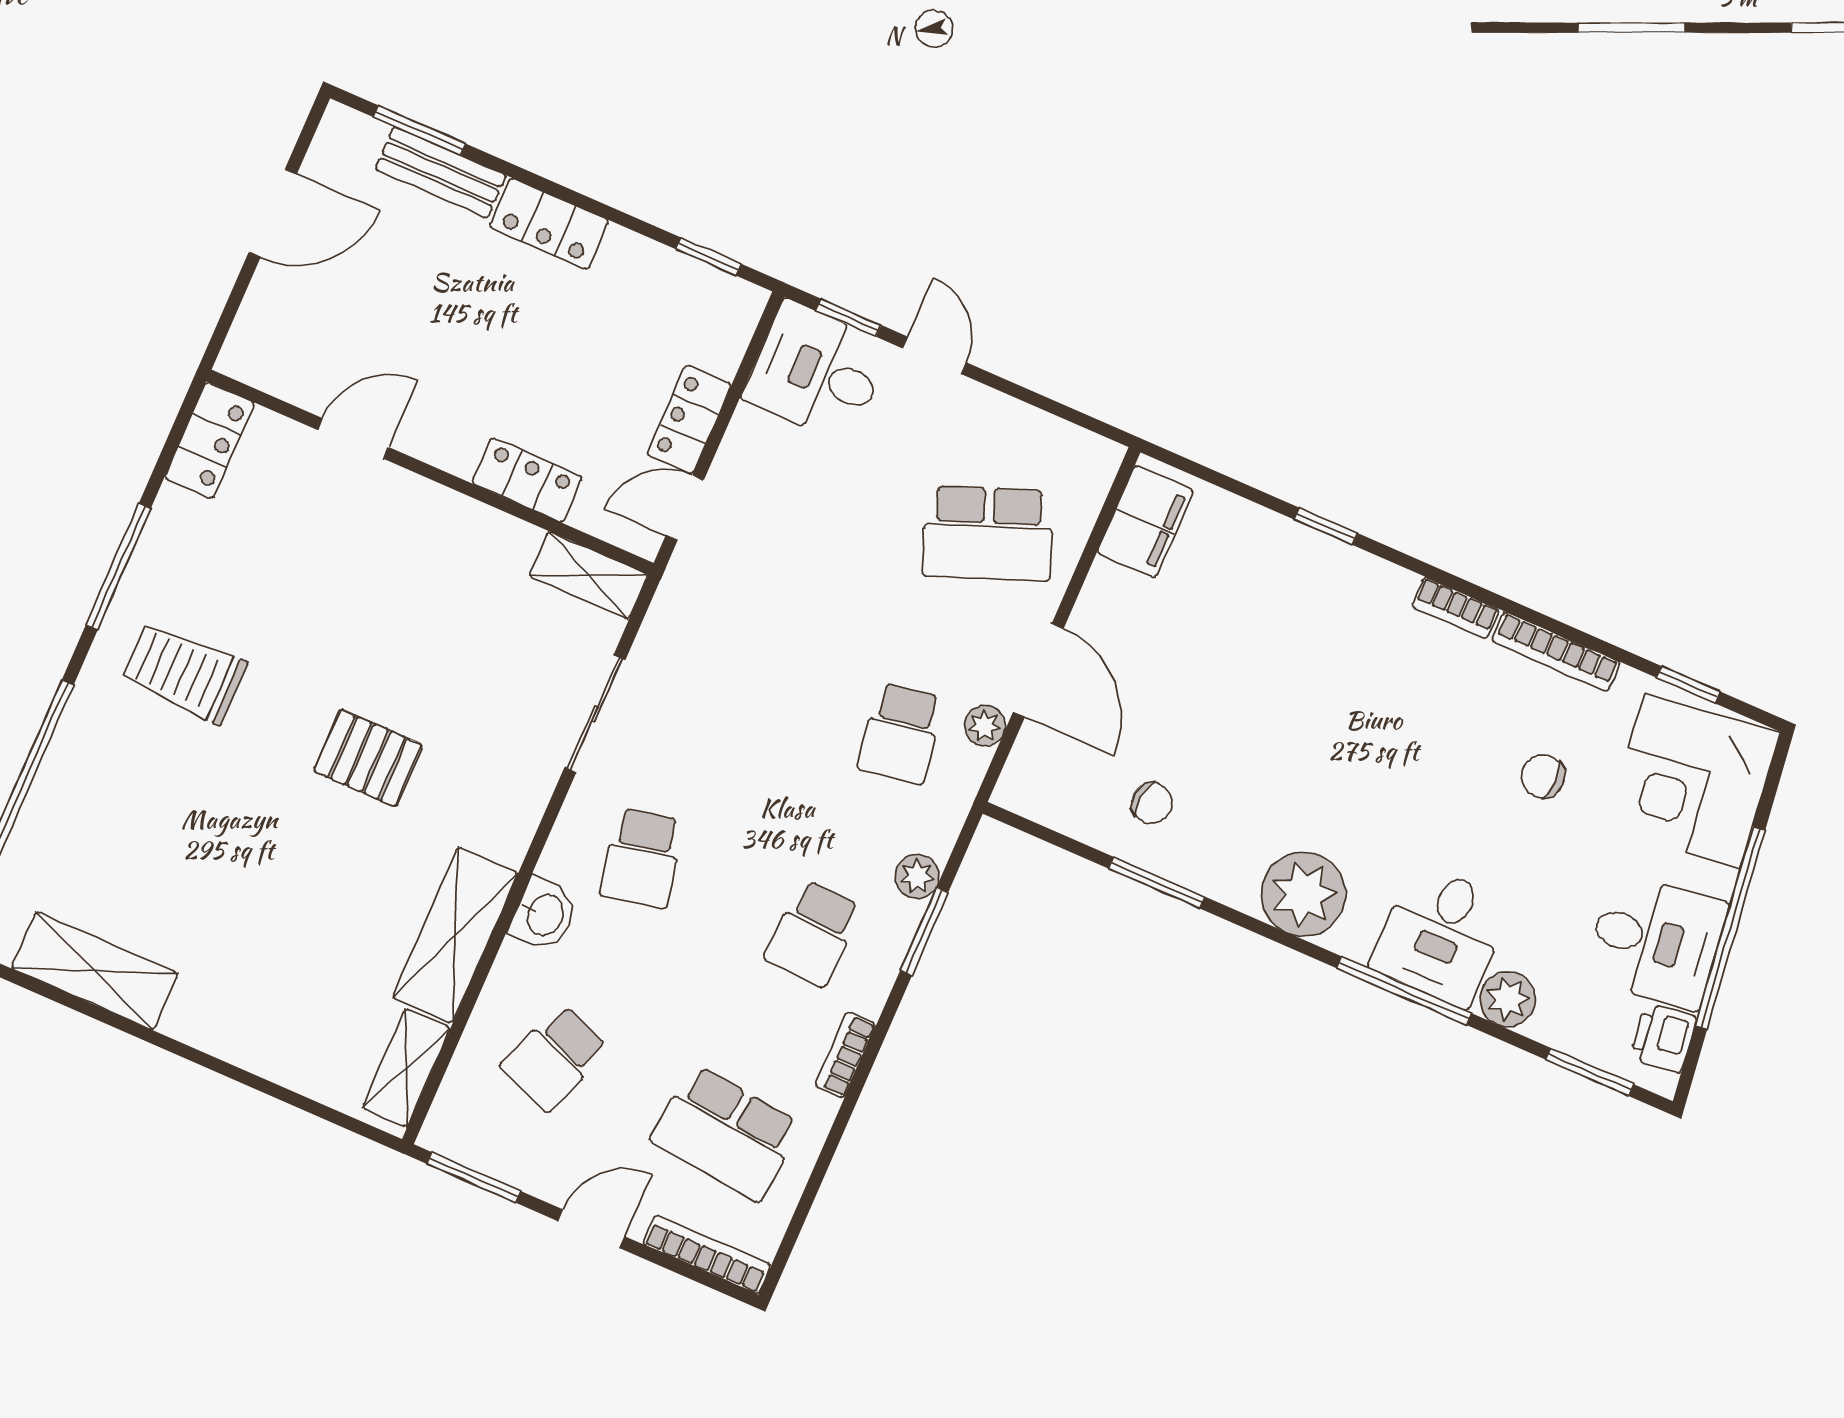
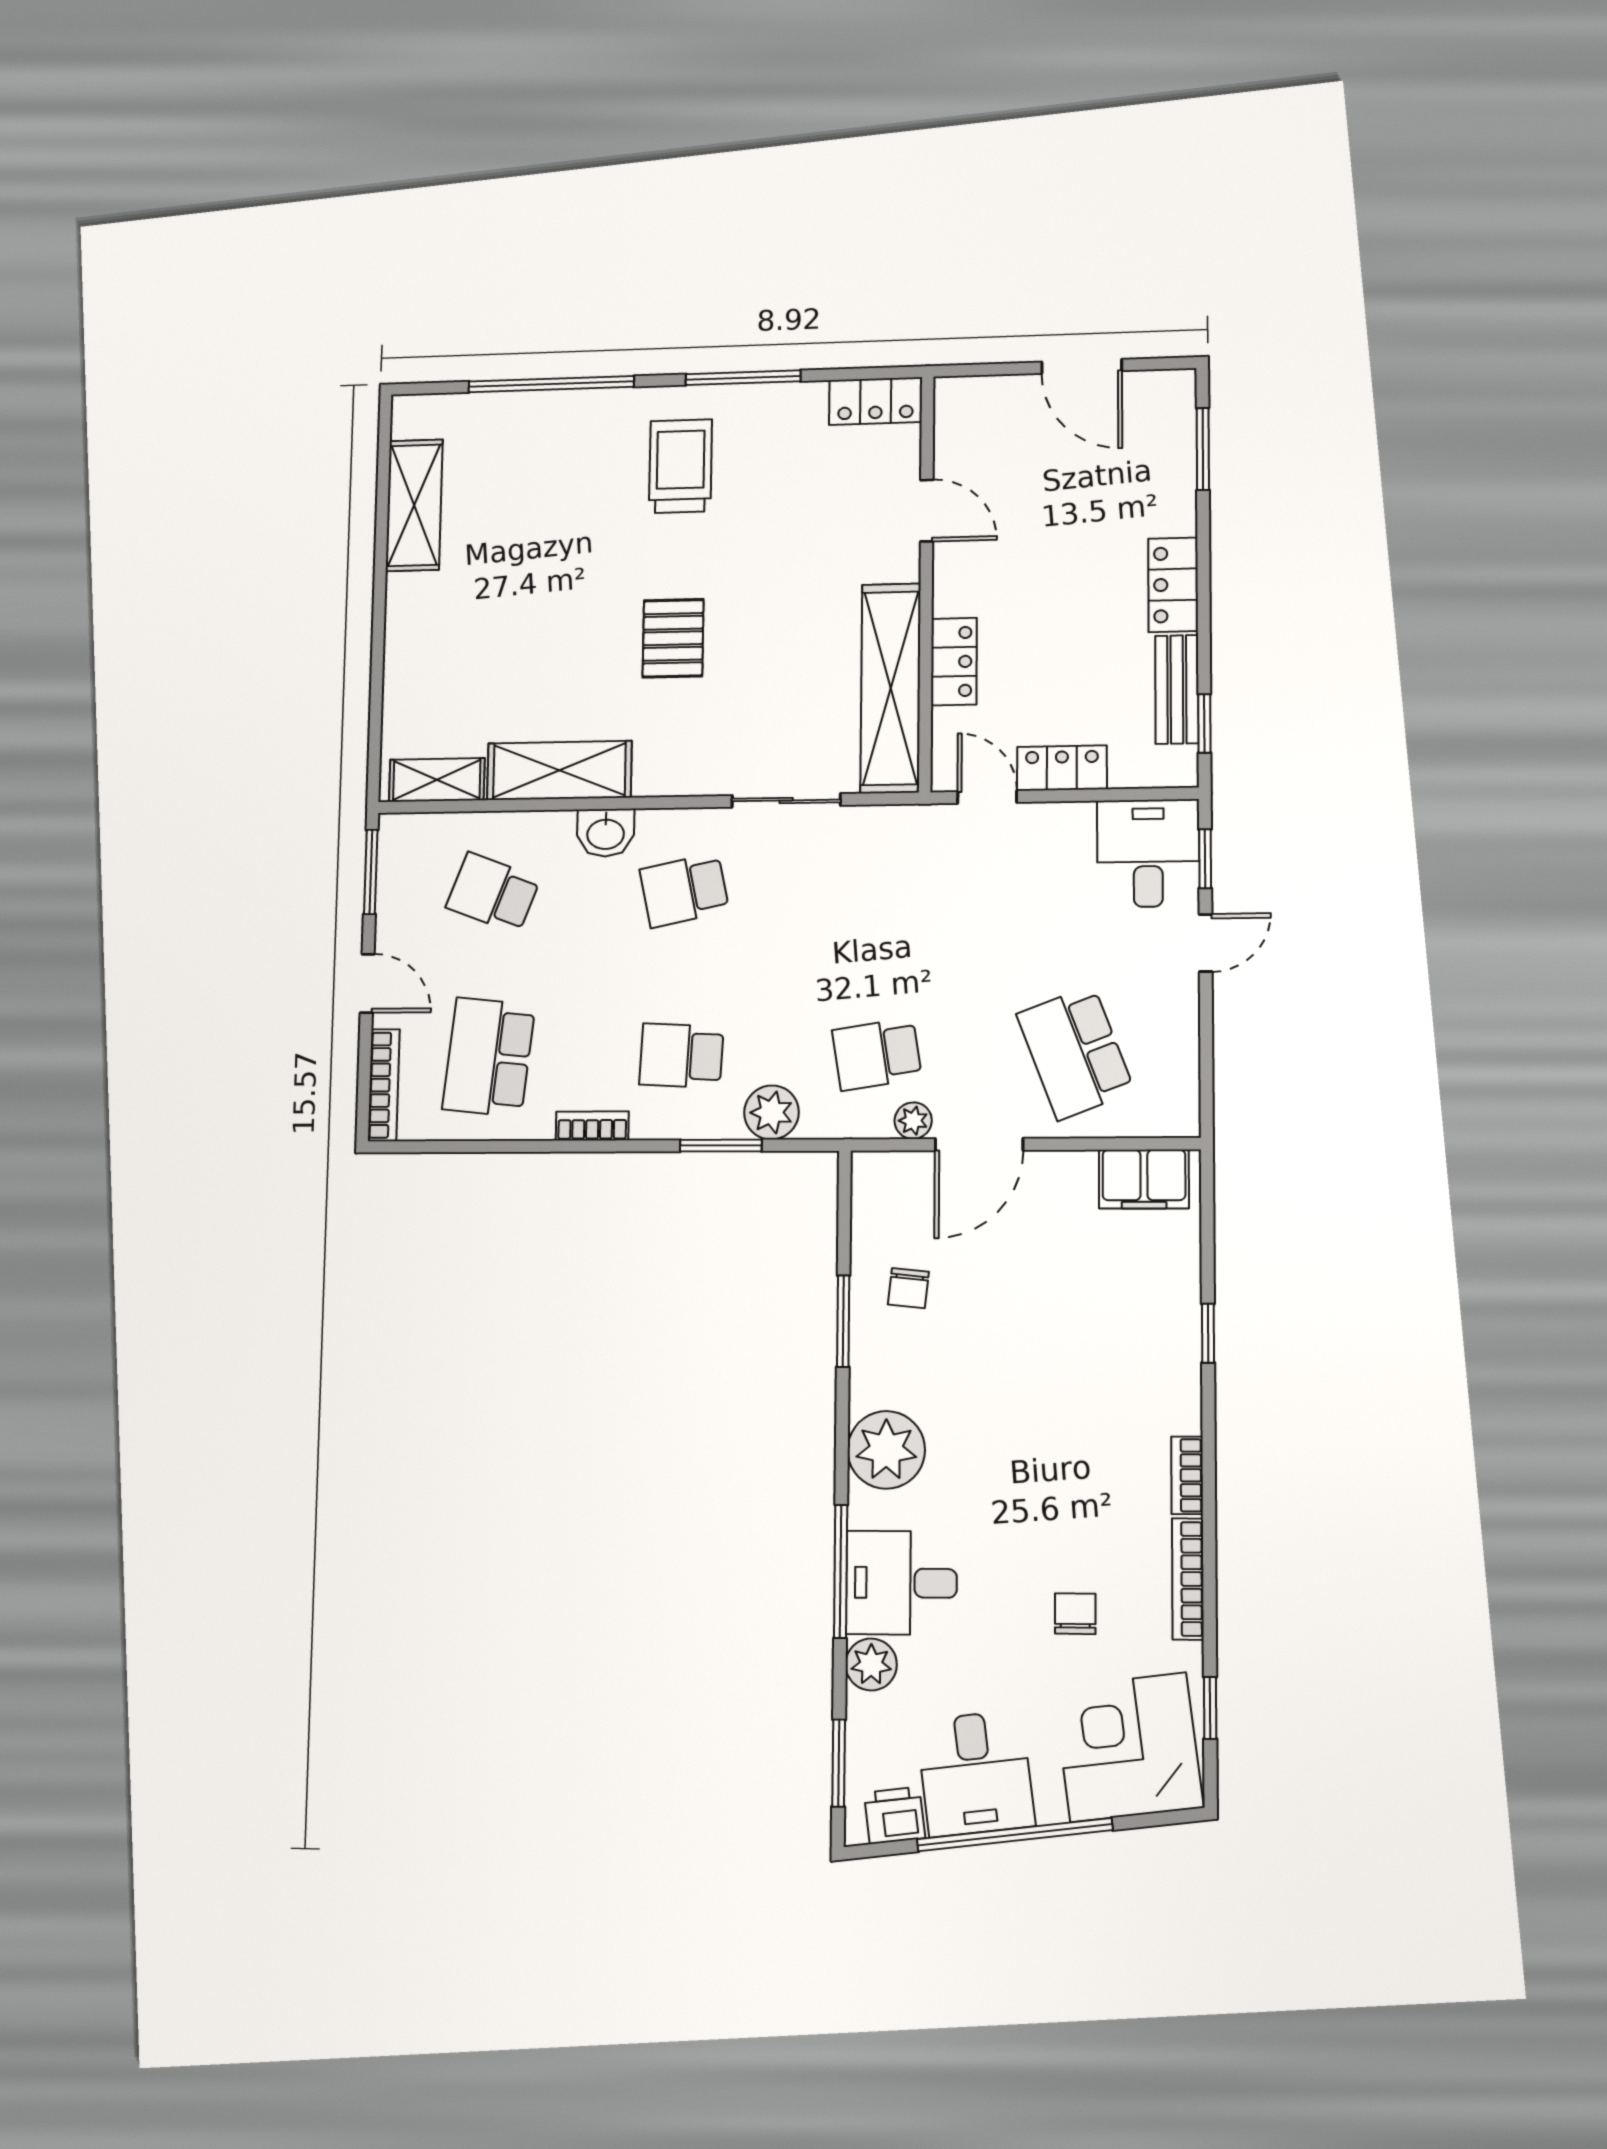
bench: (441, 172) -> (1177, 689), moved
shelving: (589, 575) -> (891, 688), width x2.20, depth x1.33
plant: (917, 876) -> (771, 1112), width x1.38, depth x1.38

